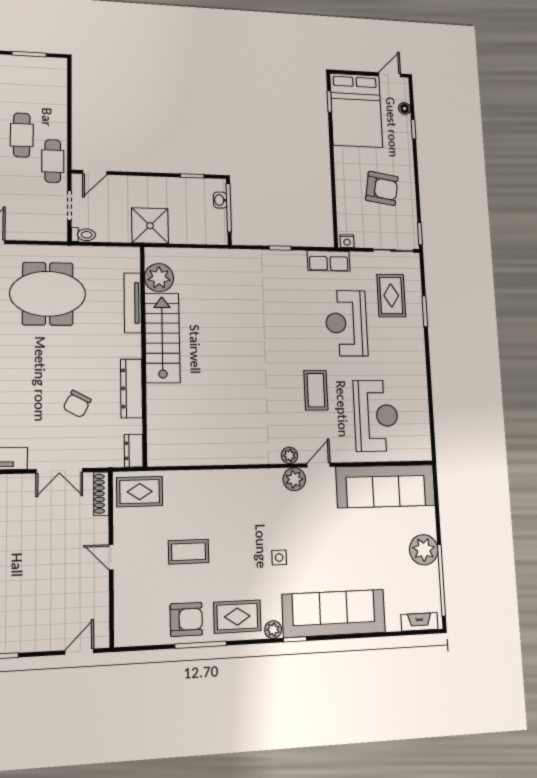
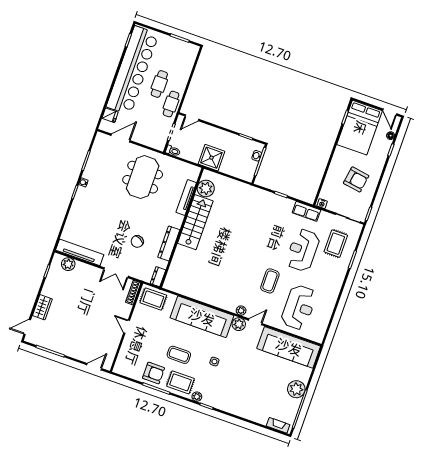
door: (390, 75) -> (390, 112), swing flipped
meeting table: (48, 294) -> (143, 177), turned 90
coffee table: (189, 552) -> (179, 355), moved
sofa: (334, 613) -> (202, 317), moved, turned 180

